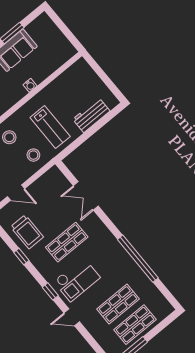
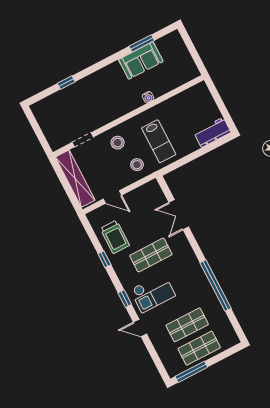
workbench: (91, 115) -> (212, 132), moved

